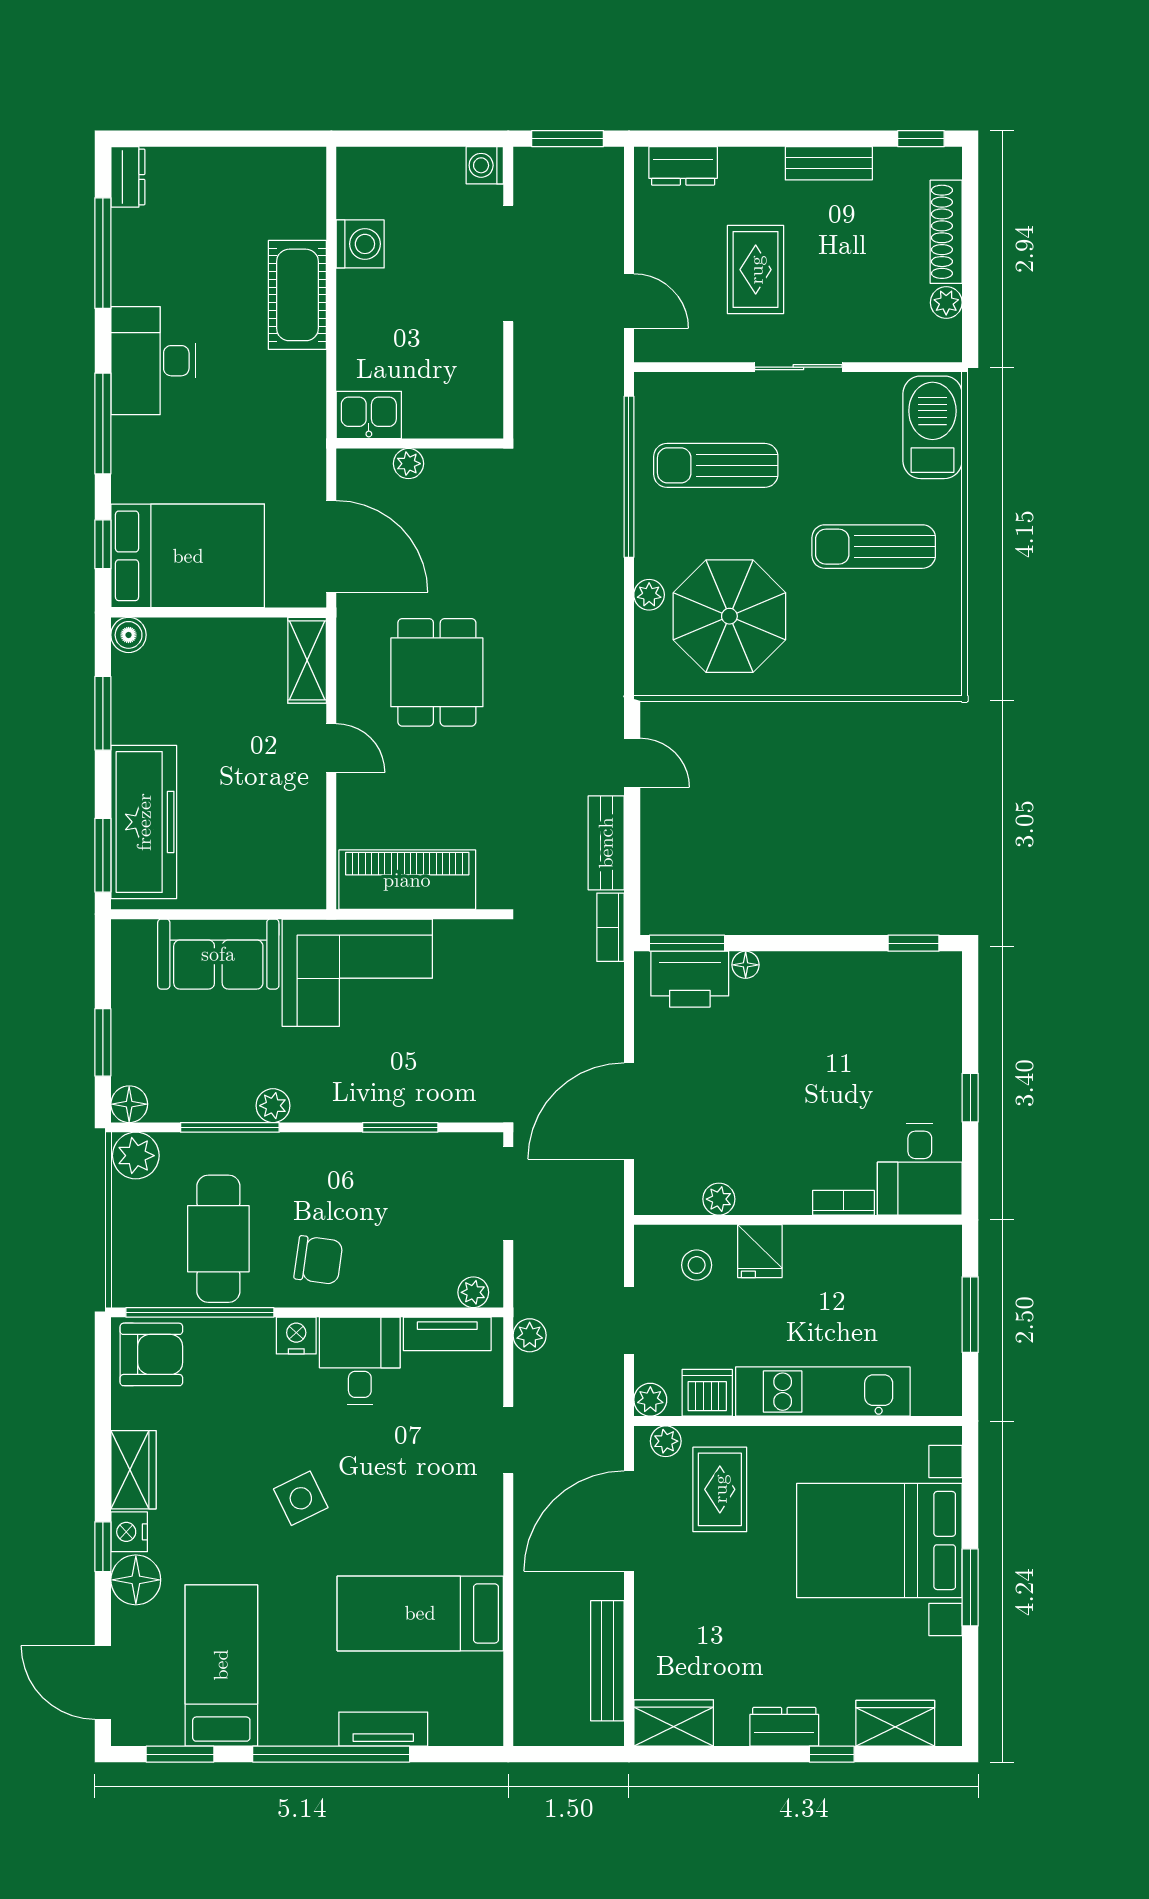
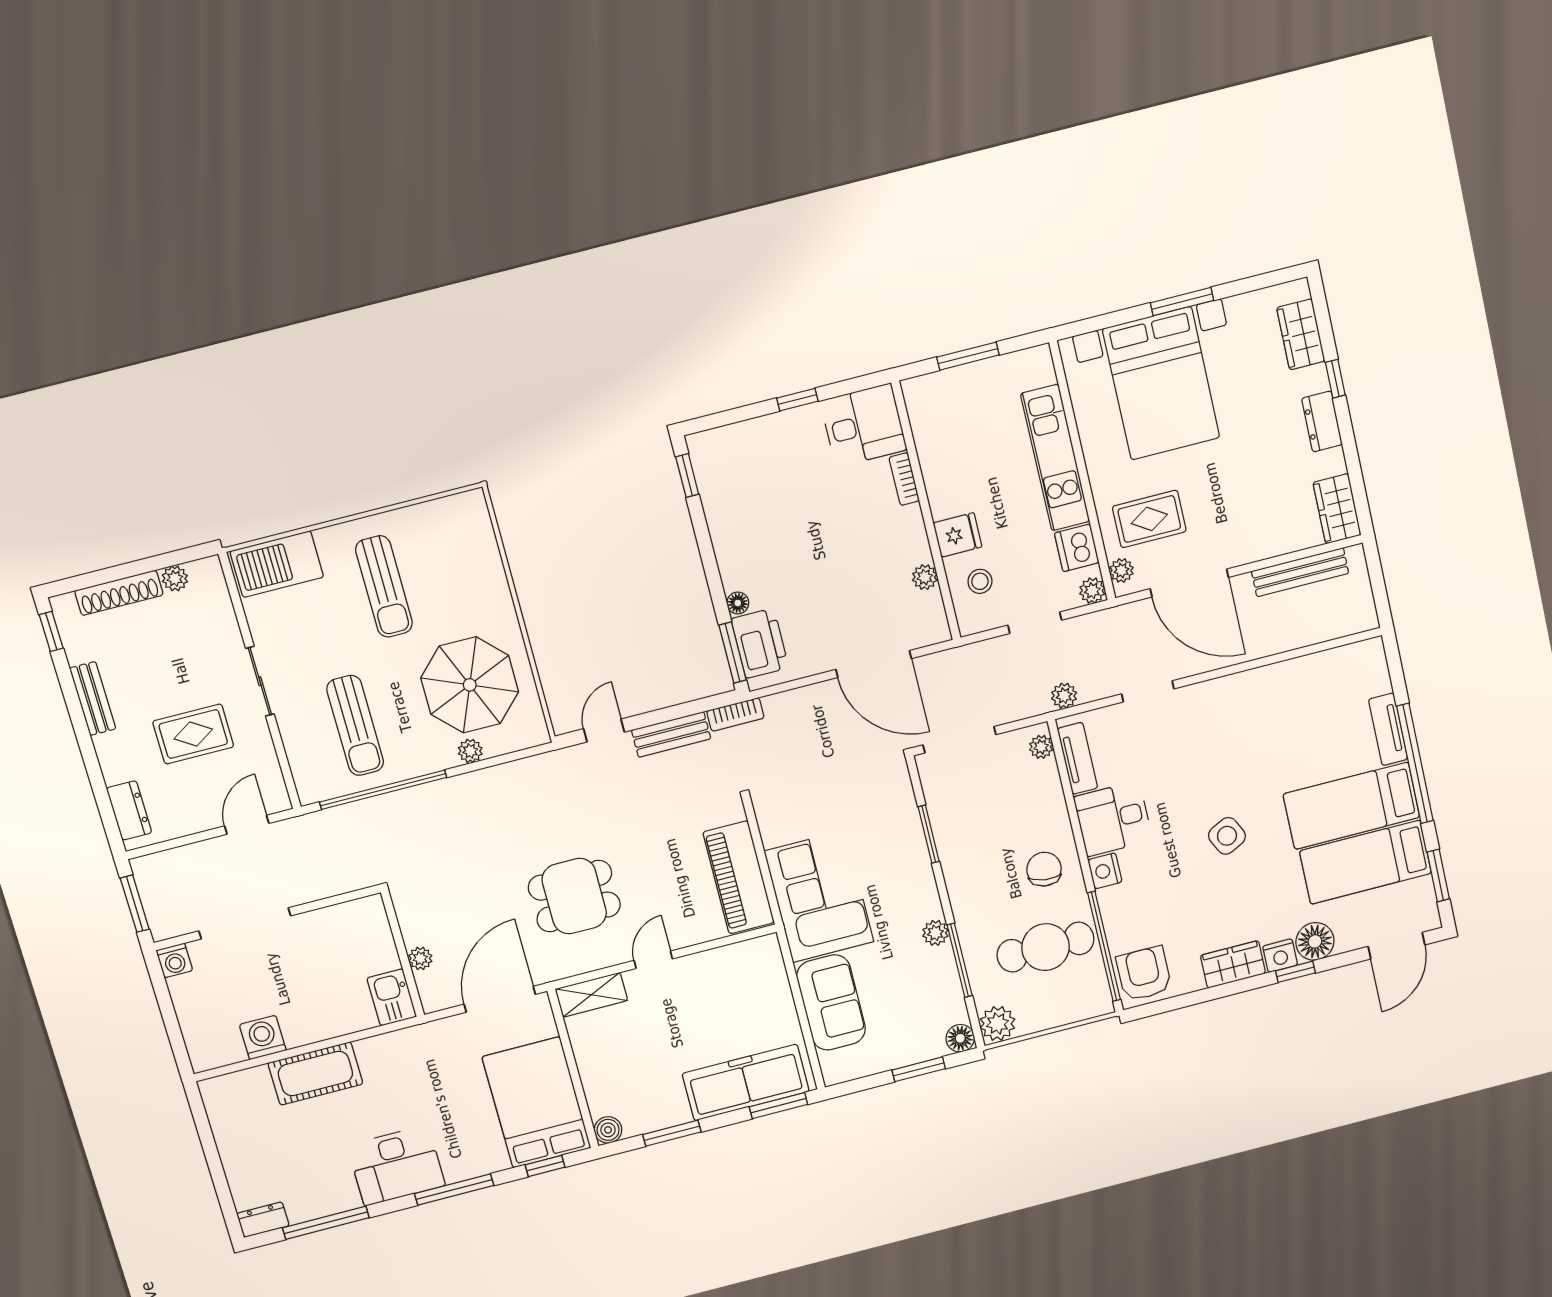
bed: (420, 1613) -> (1351, 806), moved, turned 90

